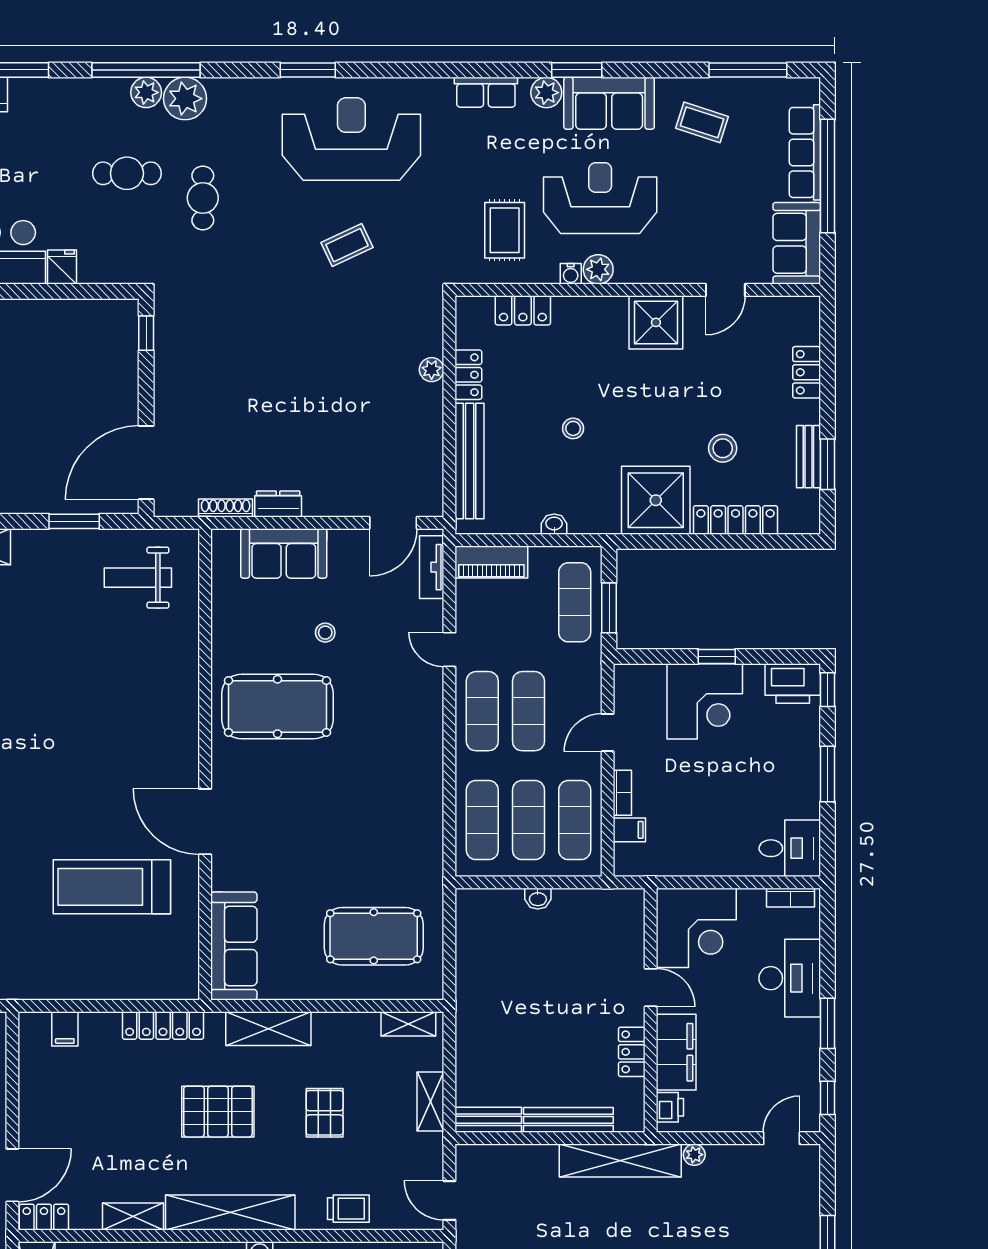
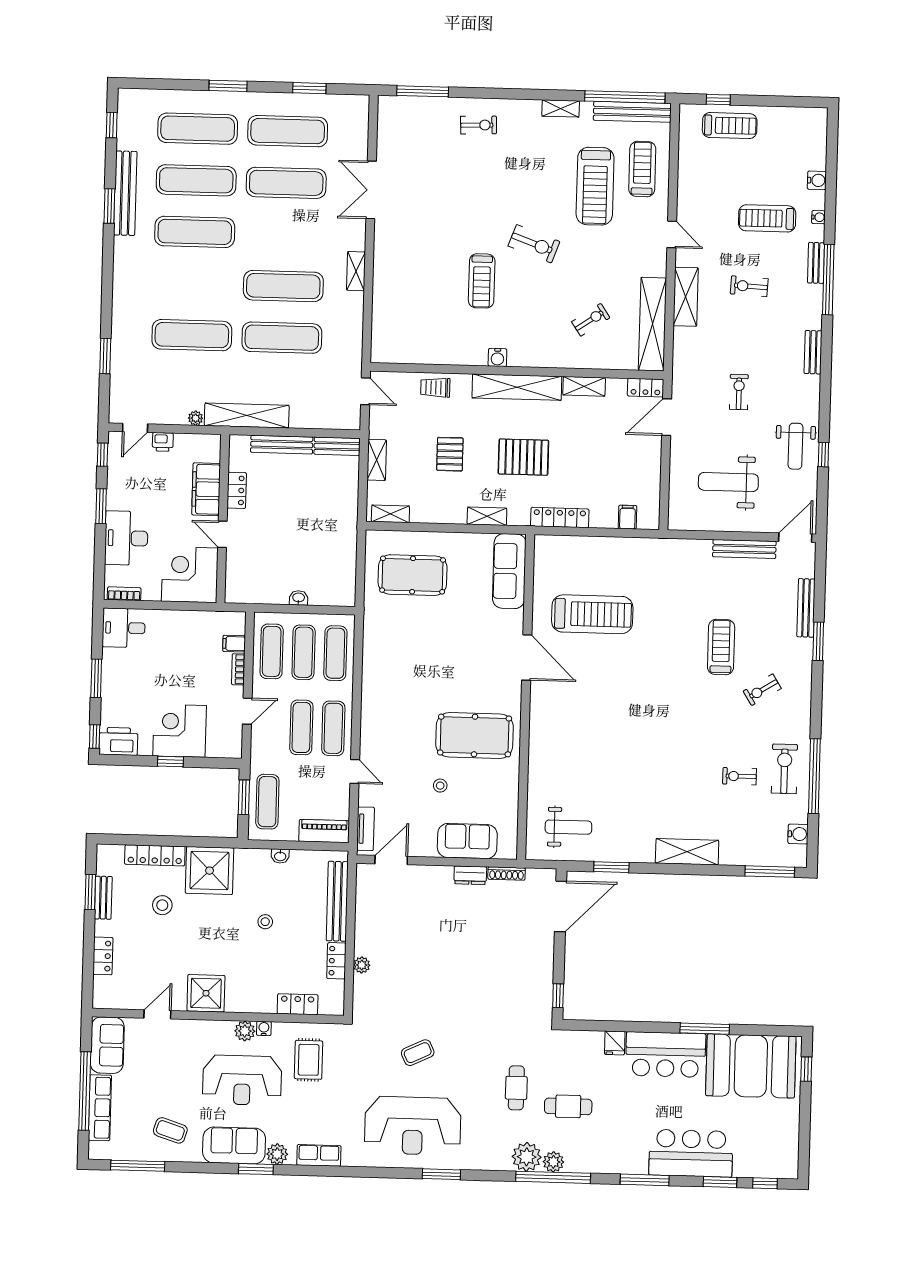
shelving: (268, 1029) -> (487, 516), width x0.67, depth x0.75
printer: (670, 1107) -> (163, 442), moved, turned -90

